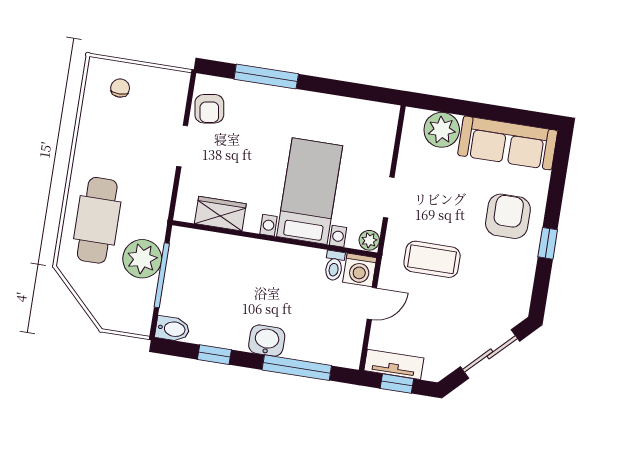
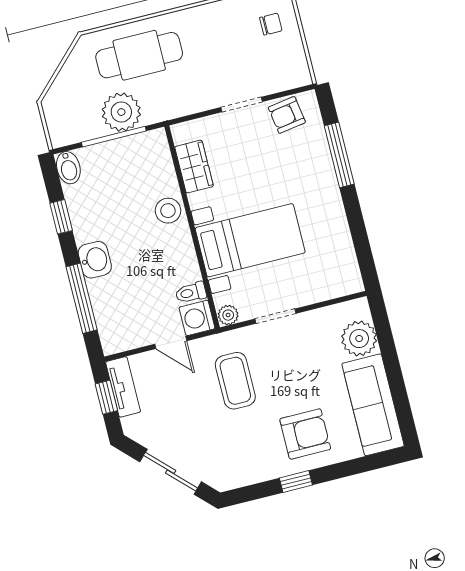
stool: (250, 255) -> (168, 211), added

